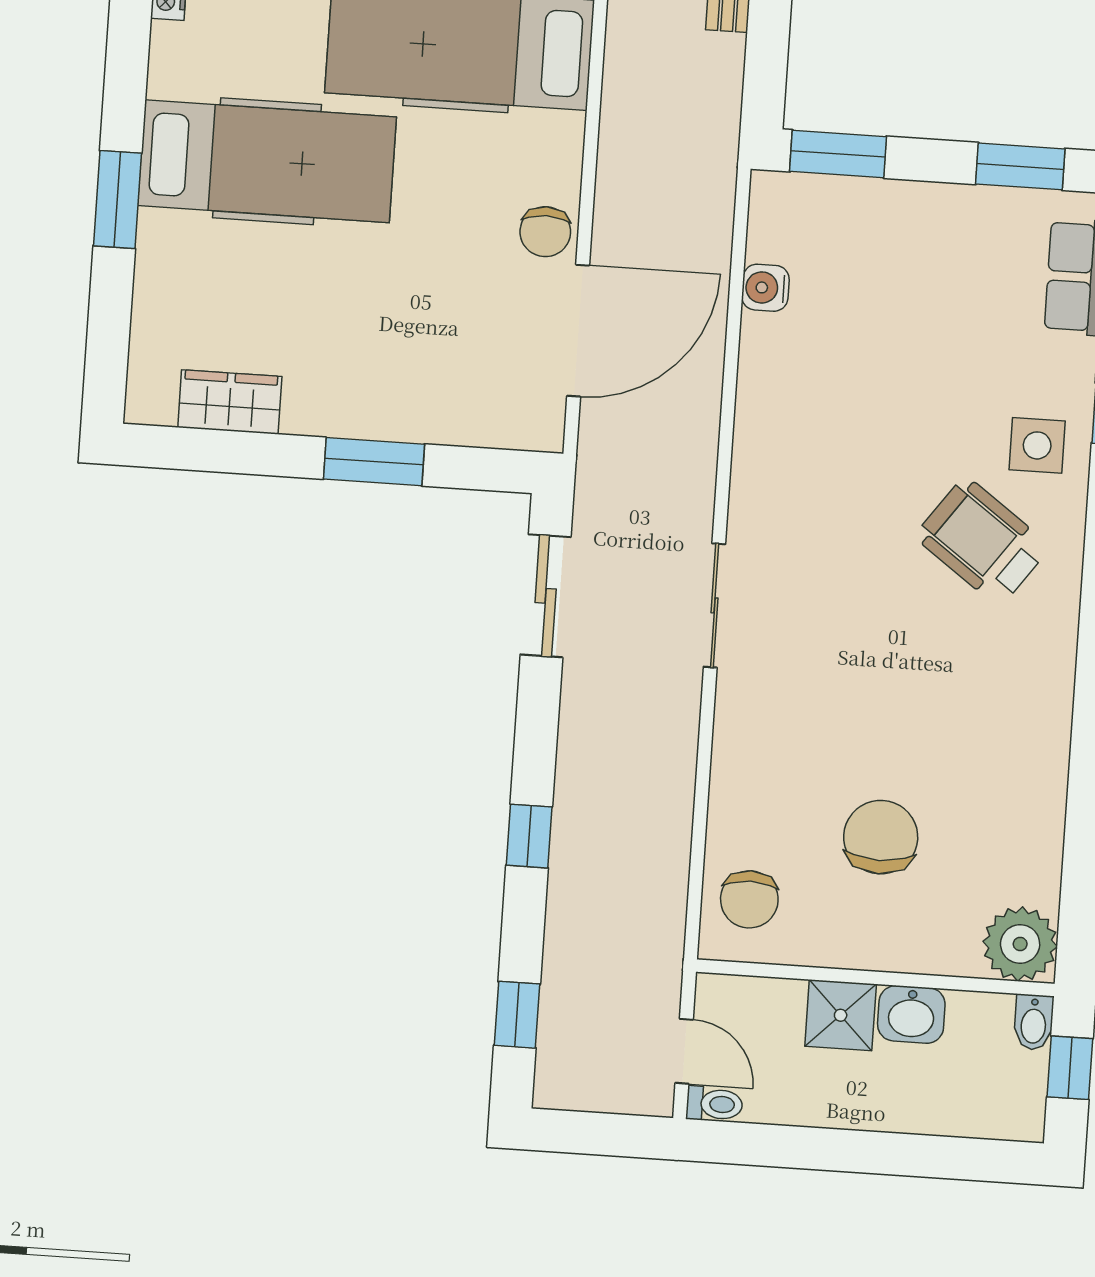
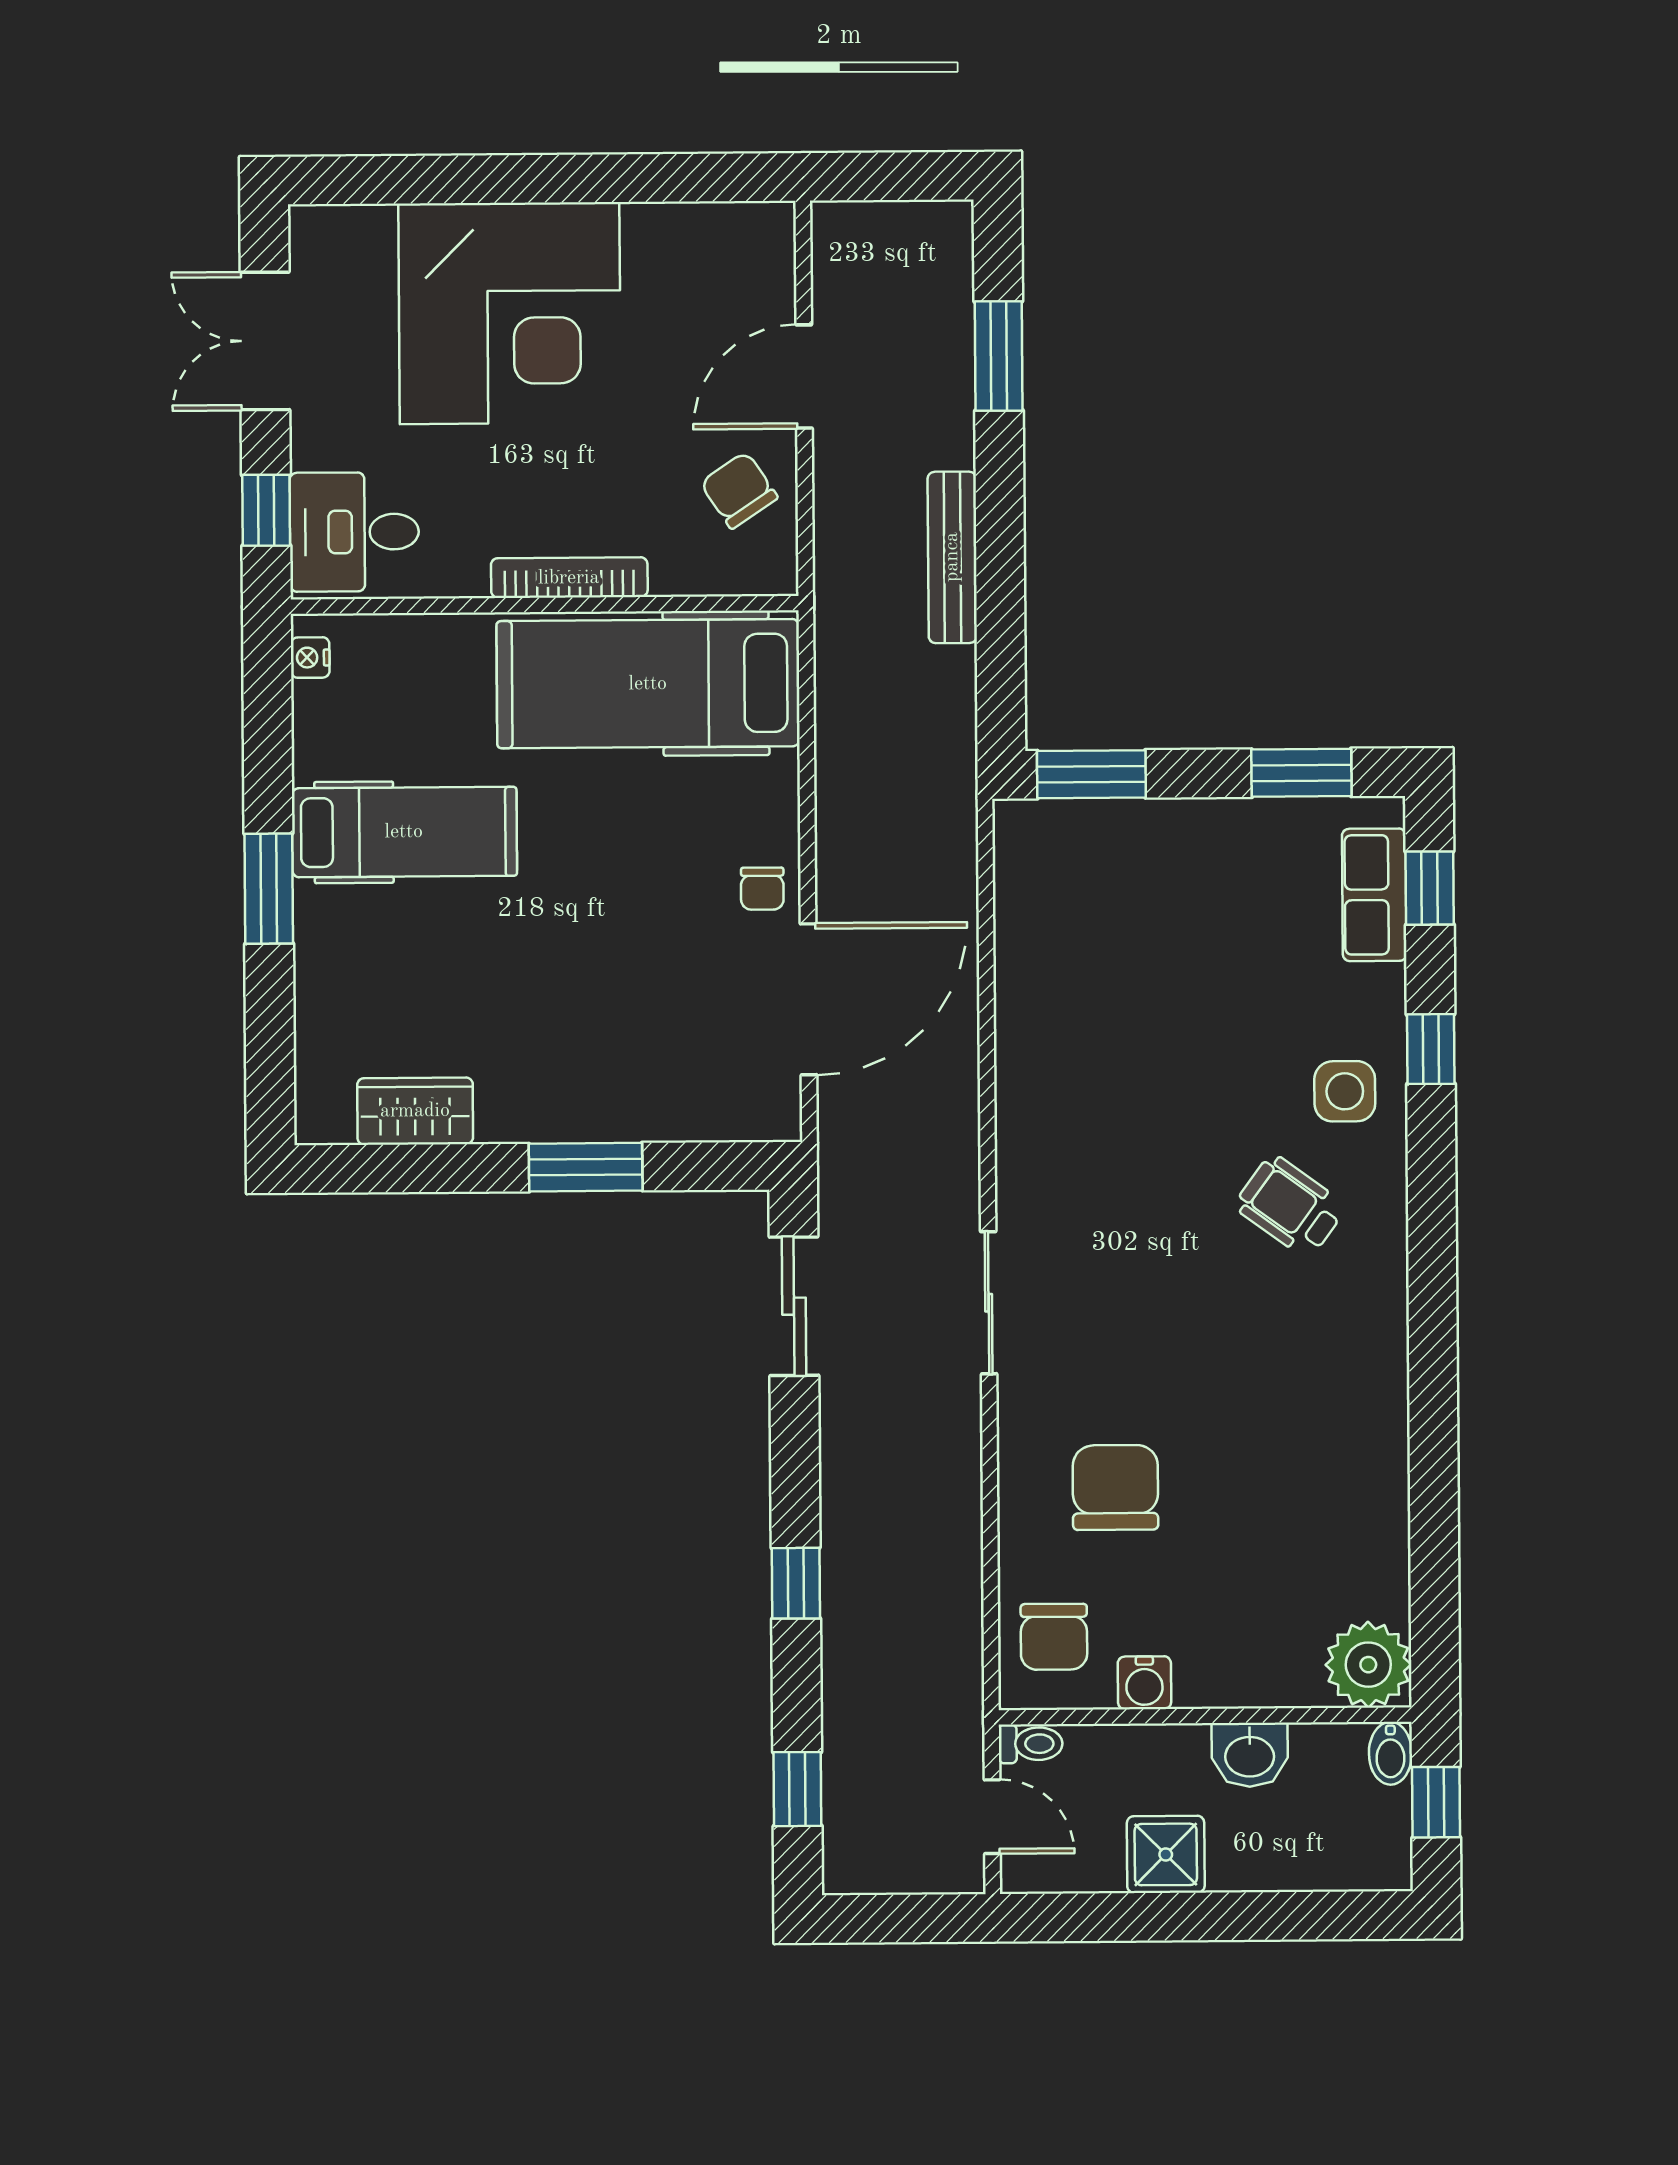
hospital bed: (267, 161) -> (404, 832), width x0.73, depth x0.78
chair: (545, 232) -> (762, 889), width x0.73, depth x0.73
water cooler: (765, 288) -> (1144, 1683), moved, turned -90
wheelchair: (982, 542) -> (1290, 1206), width x0.73, depth x0.73
chair: (881, 837) -> (1115, 1488), moved
shower: (841, 1015) -> (1166, 1854), moved
toilet: (714, 1104) -> (1031, 1744), moved

